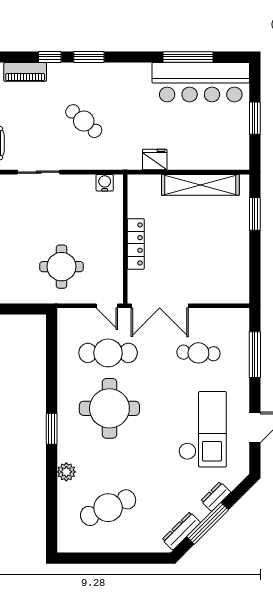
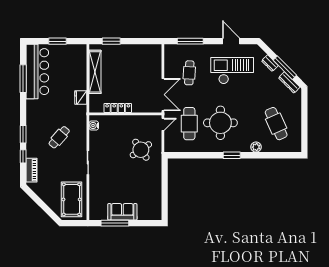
locker: (136, 244) -> (118, 108), moved
round table: (62, 267) -> (141, 150), turned -34

